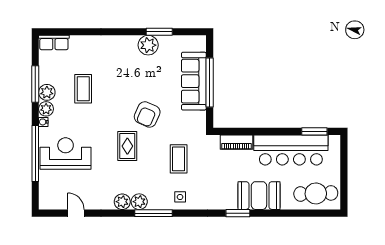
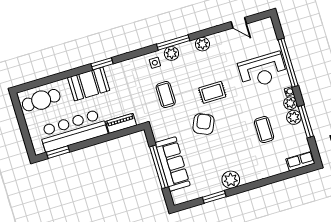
plant: (148, 45) -> (231, 180), moved
rug: (127, 146) -> (212, 92), turned 90
plant: (139, 202) -> (171, 53), moved

